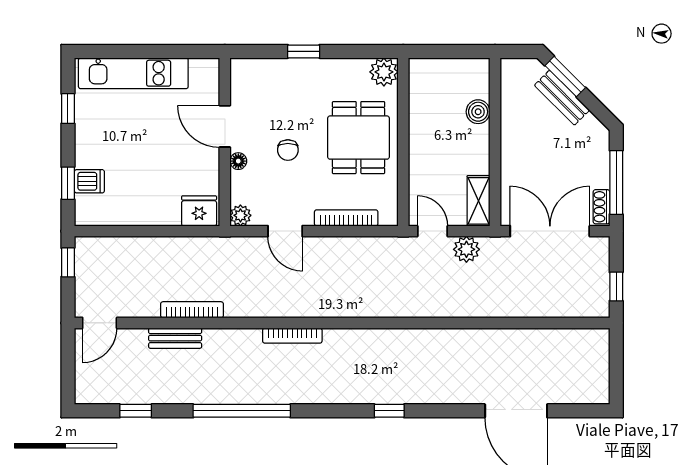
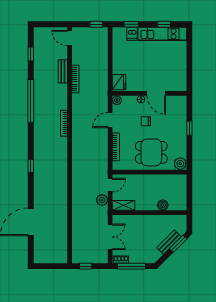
kitchen unit: (133, 73) -> (162, 34), moved, turned -90
door: (225, 126) -> (156, 93), swing flipped
double door: (550, 231) -> (110, 237), width x0.73

